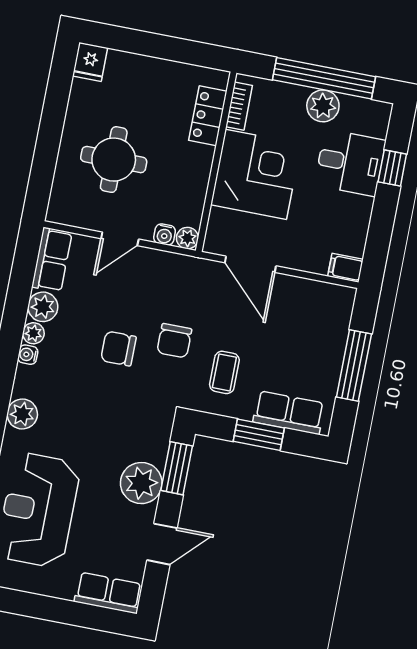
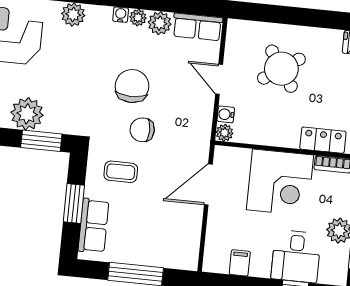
round table: (114, 160) -> (281, 69), turned -34
filing cabinet: (345, 268) -> (240, 263), moved
chair: (118, 349) -> (132, 86), width x1.37, depth x1.37

